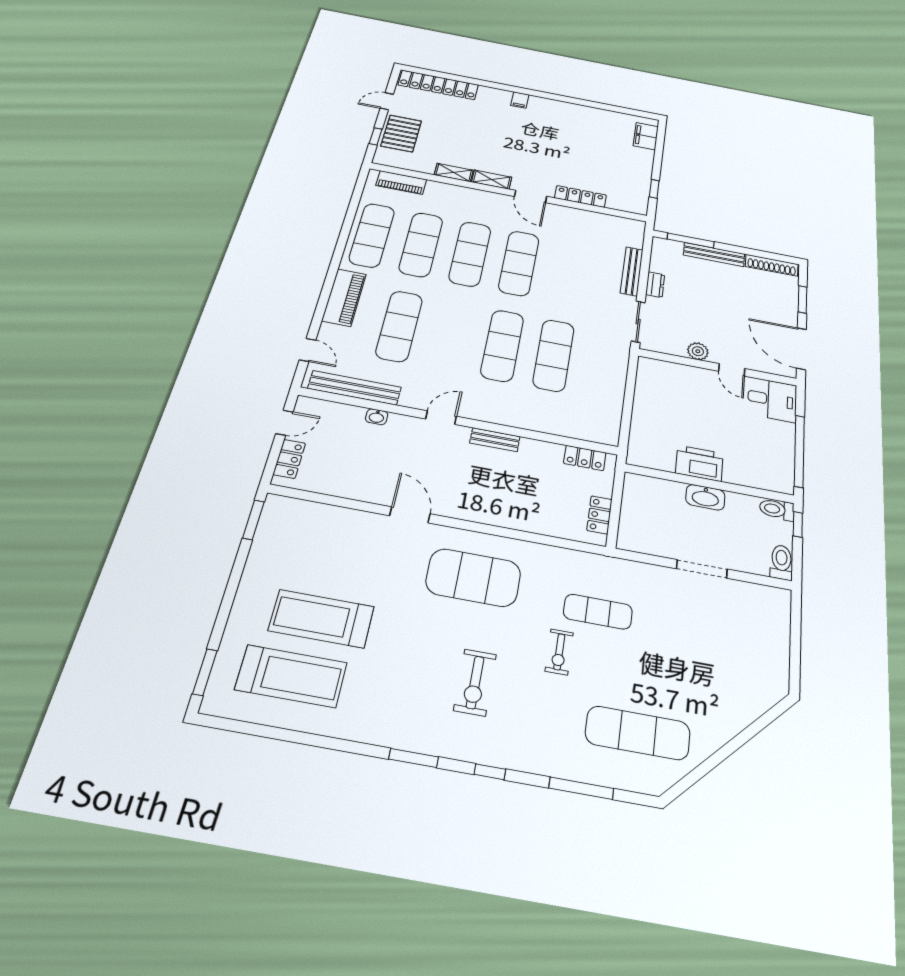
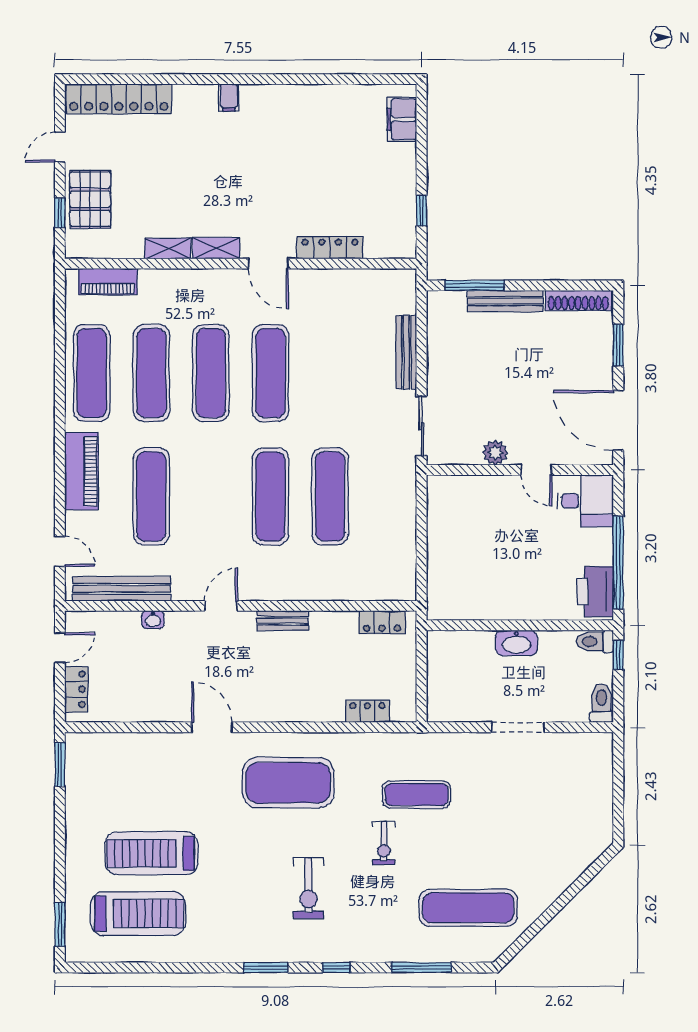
dresser: (655, 285) -> (437, 366), removed
printer: (699, 463) -> (595, 592), moved, turned -90
locker: (599, 515) -> (367, 711), moved, turned 90

